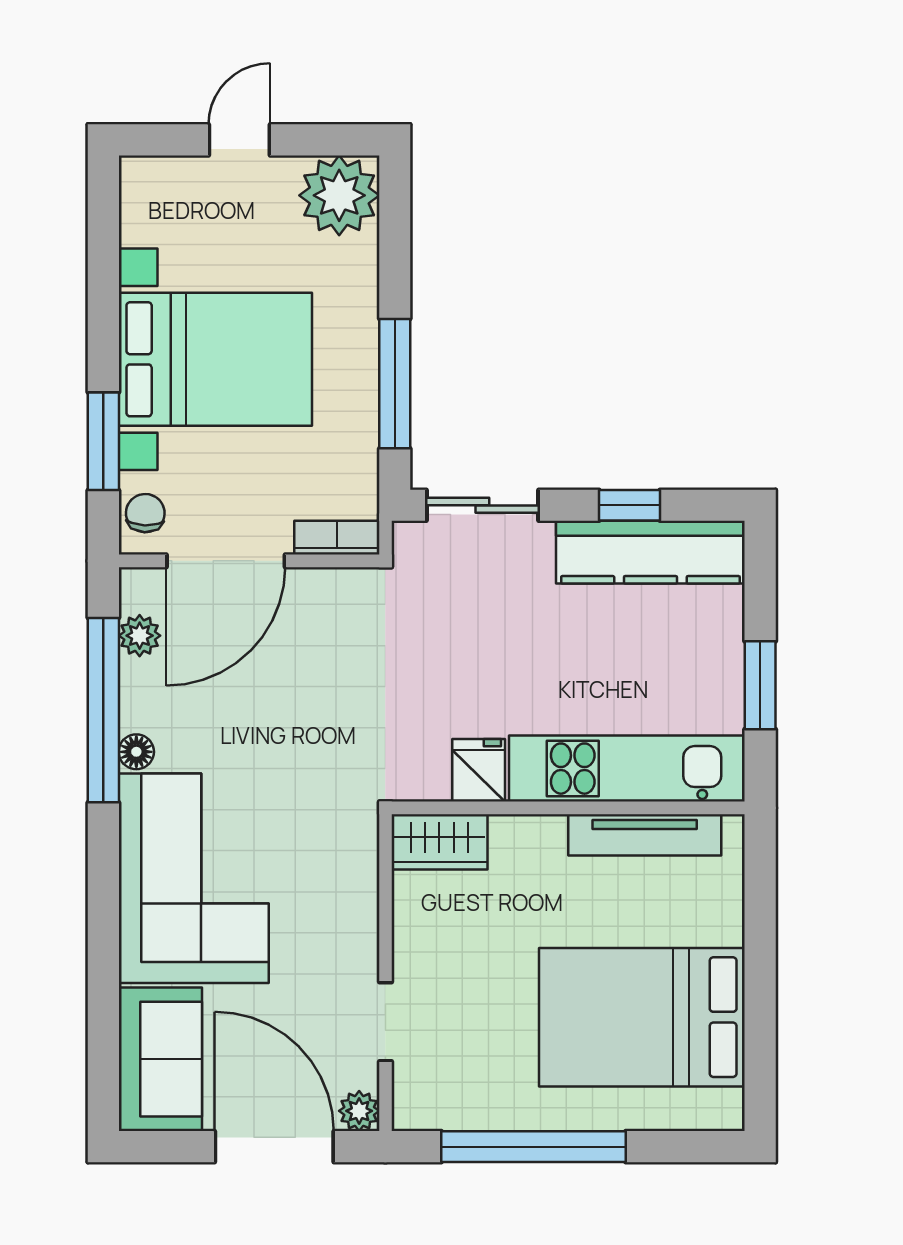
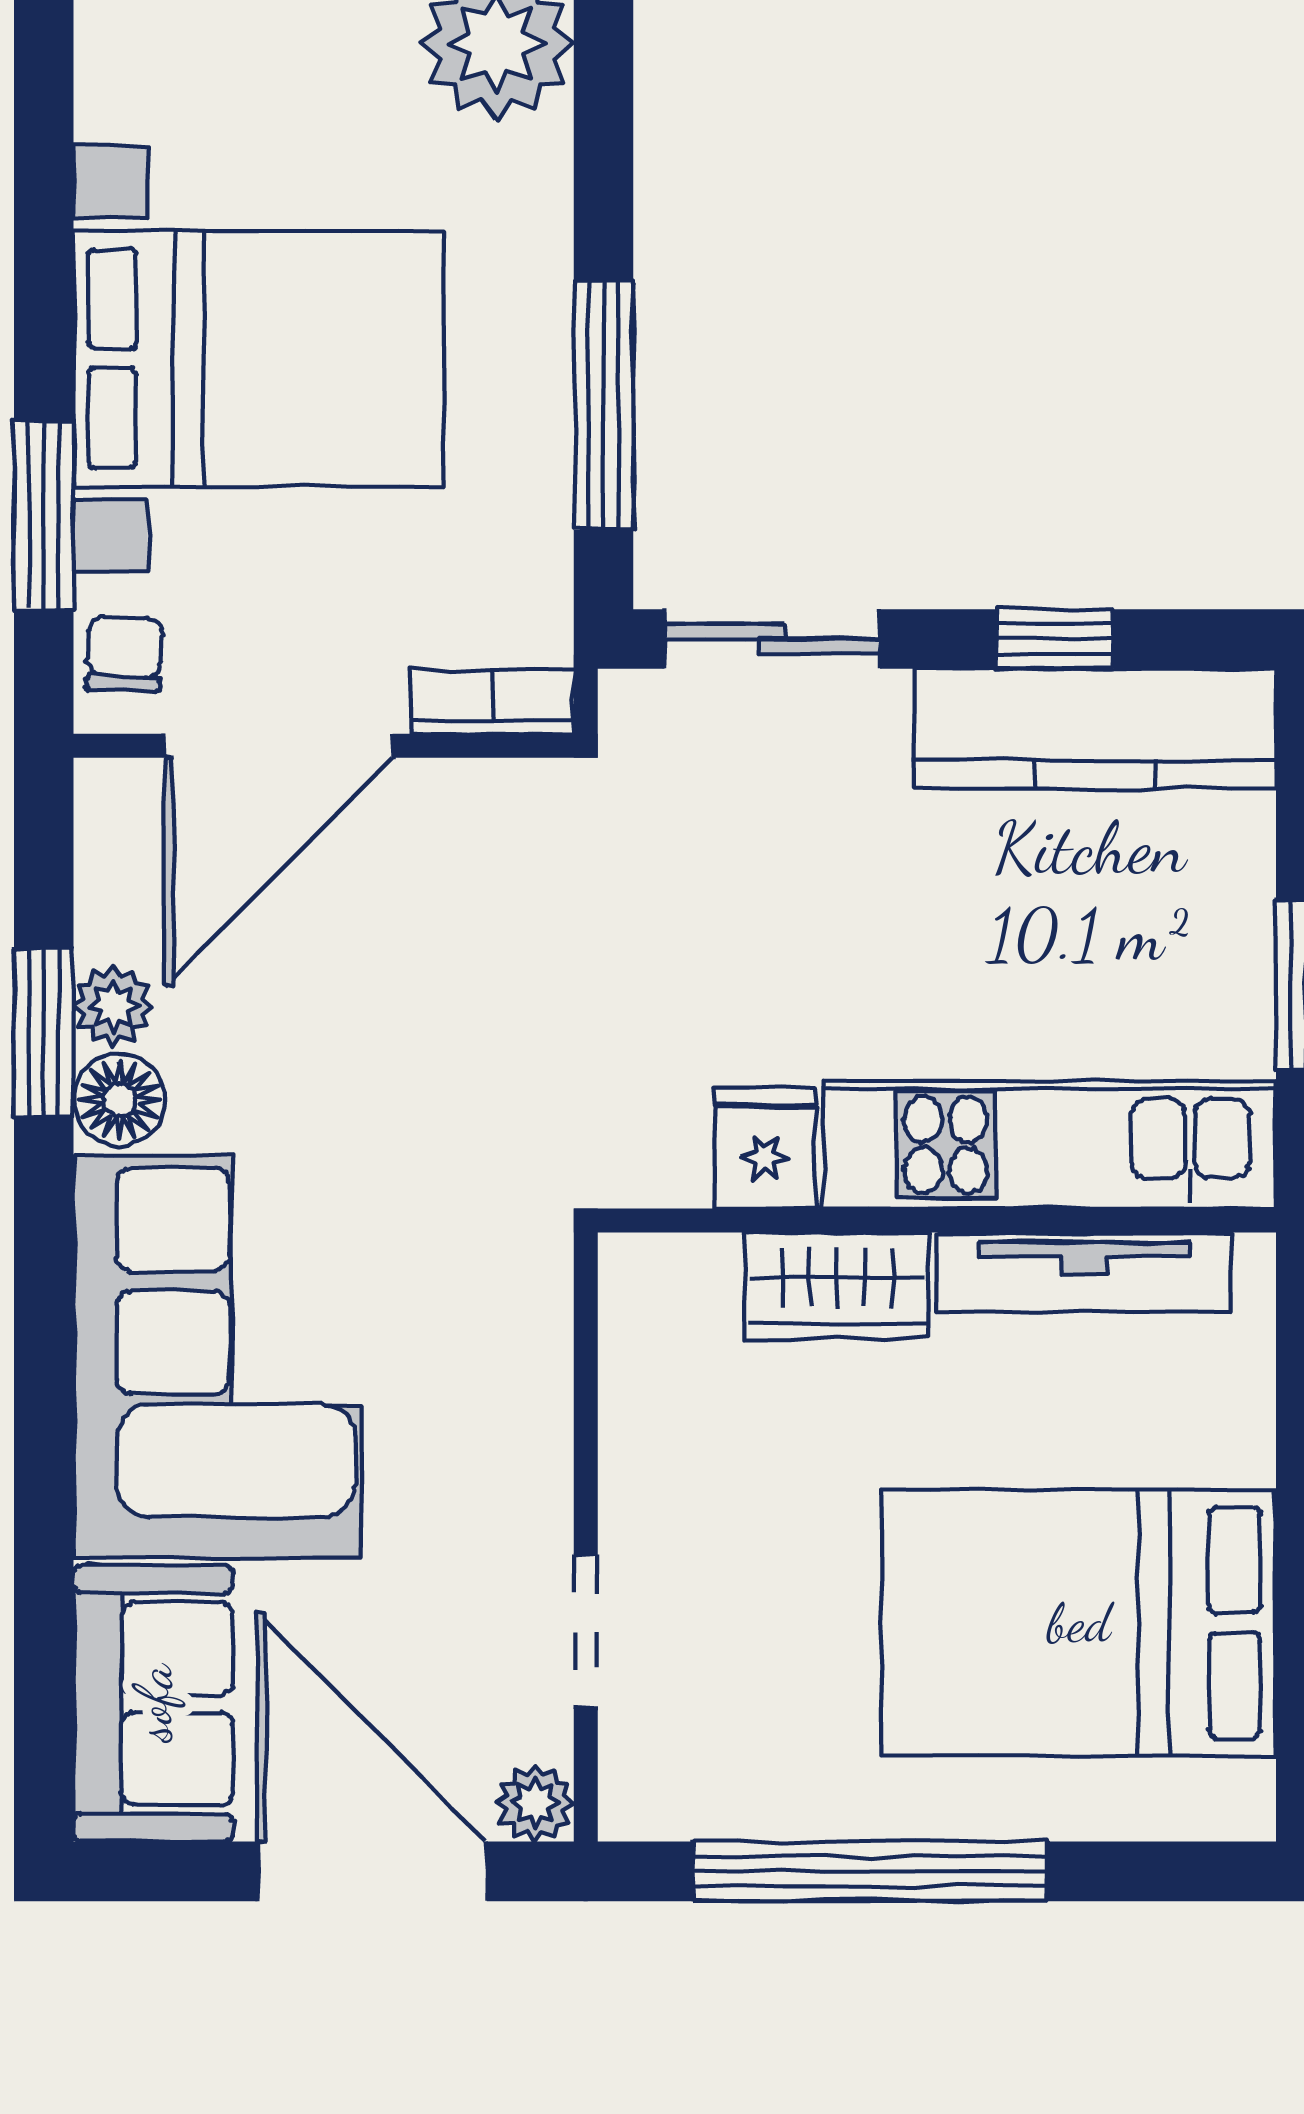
plant: (140, 636) -> (113, 1006), moved
window: (103, 710) -> (44, 1033), width x0.47
floor lamp: (136, 752) -> (119, 1100), width x1.37, depth x1.37
wardrobe: (439, 842) -> (837, 1286), moved

